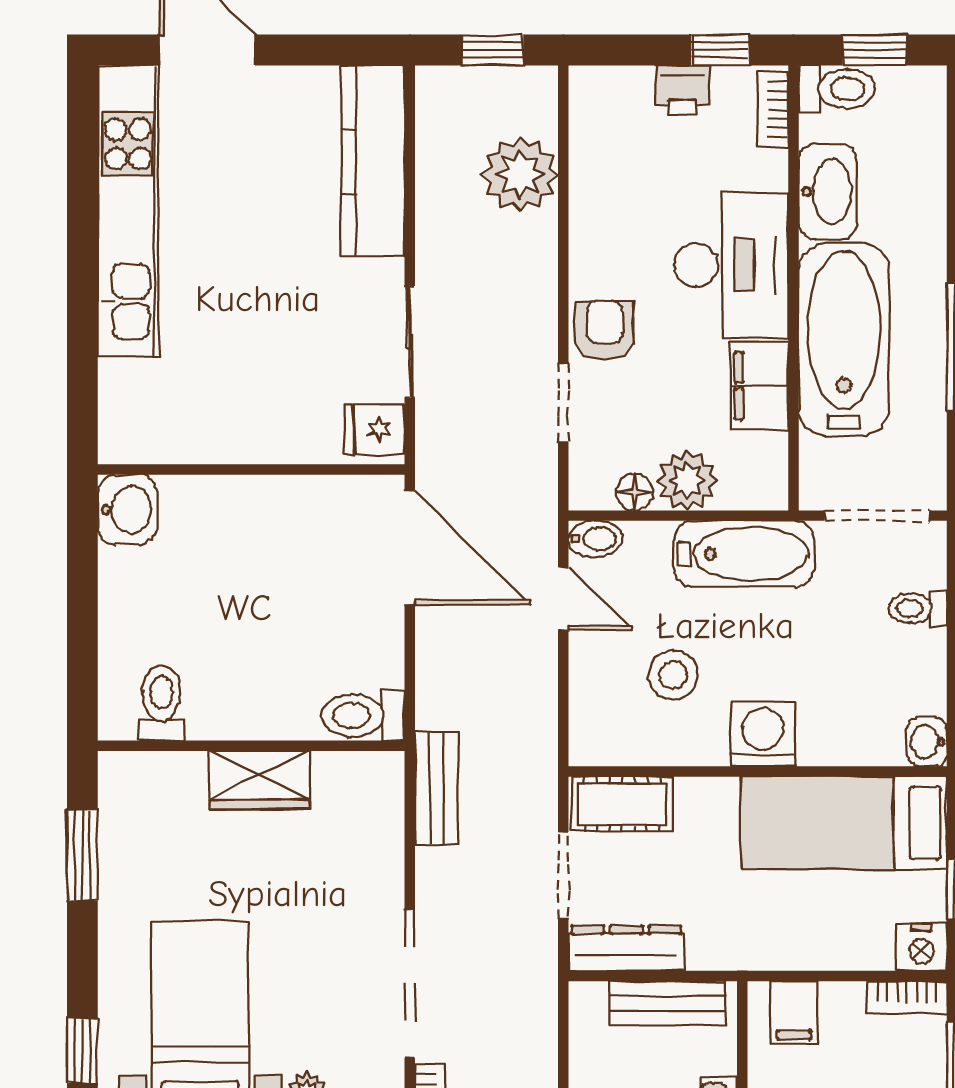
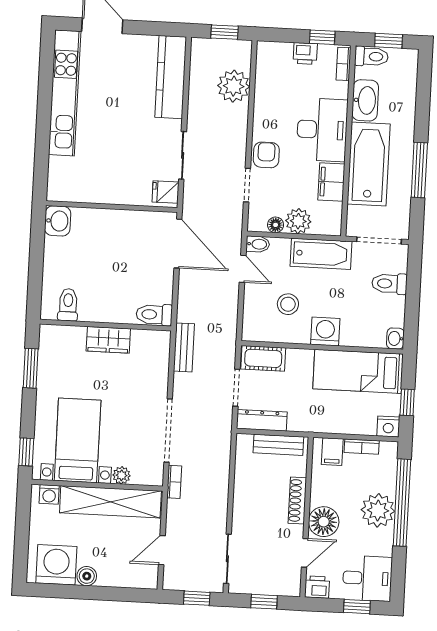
toilet: (918, 608) -> (389, 284), width x1.37, depth x1.39
bookcase: (907, 997) -> (362, 447), moved

